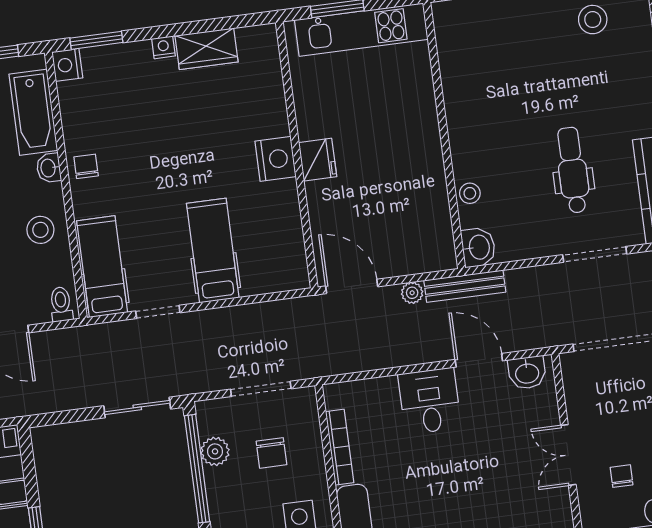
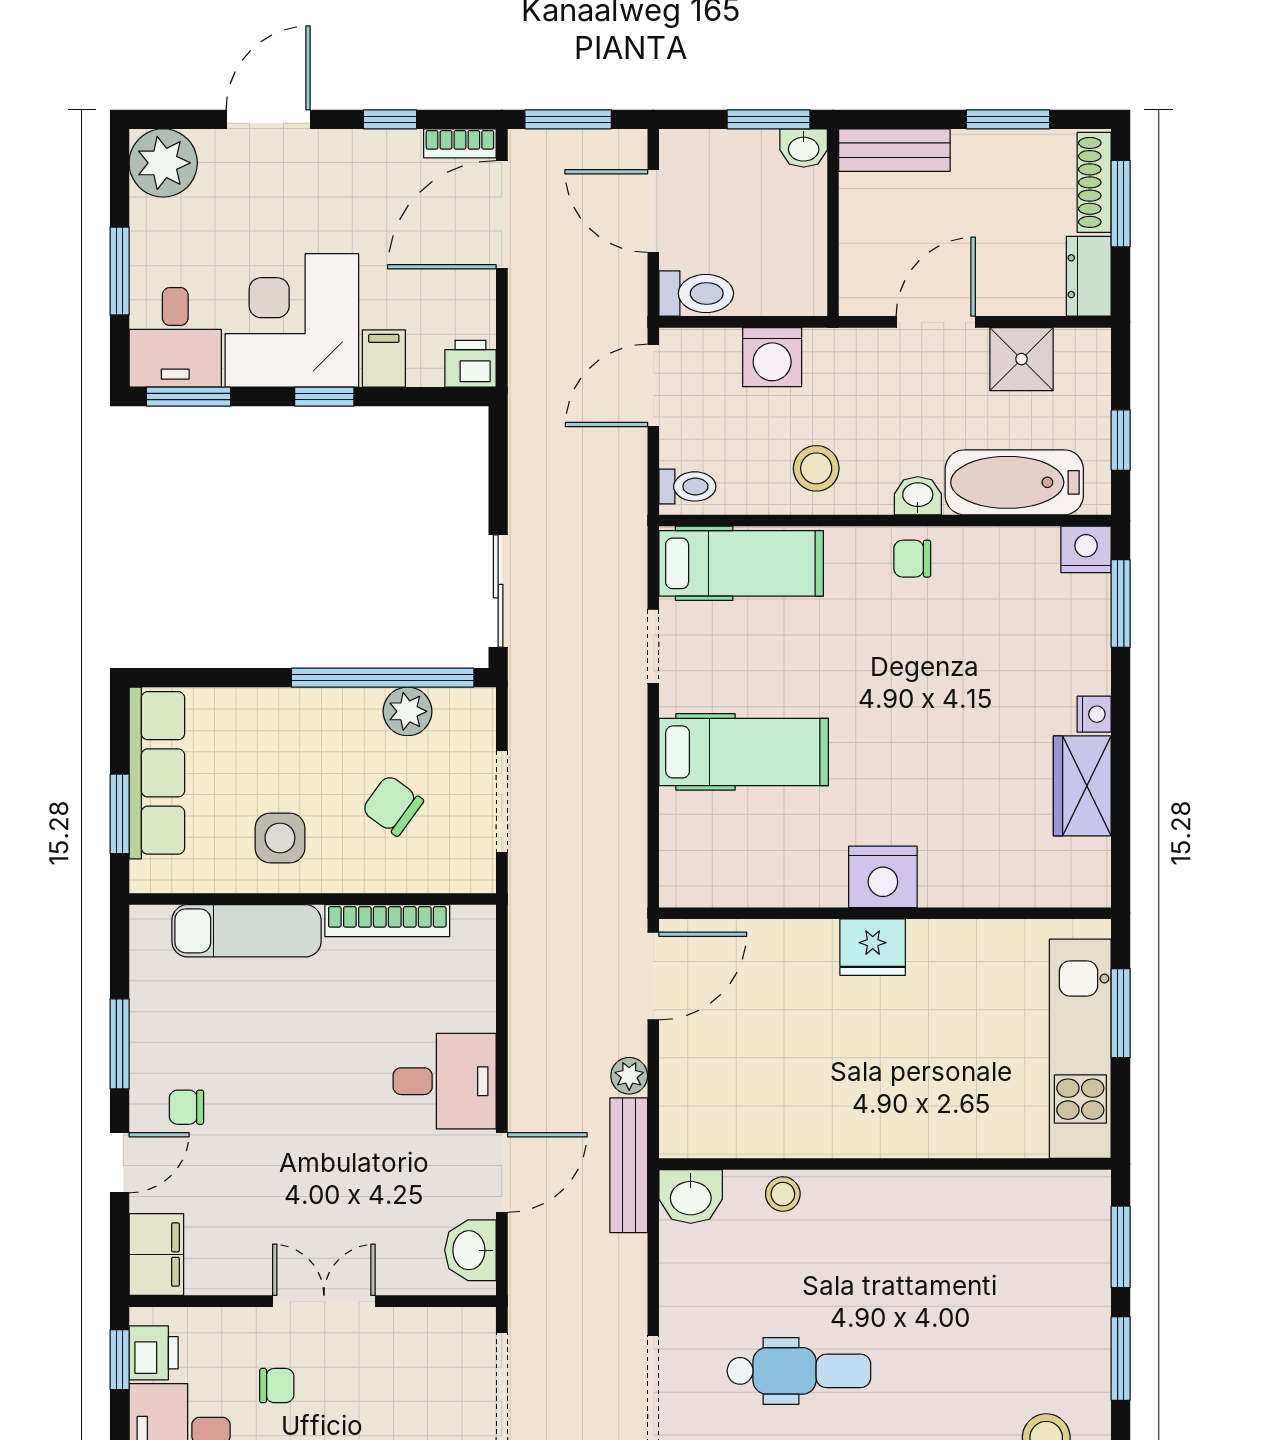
chair: (86, 166) -> (912, 559), turned 180
chair: (271, 453) -> (393, 805), turned 36

